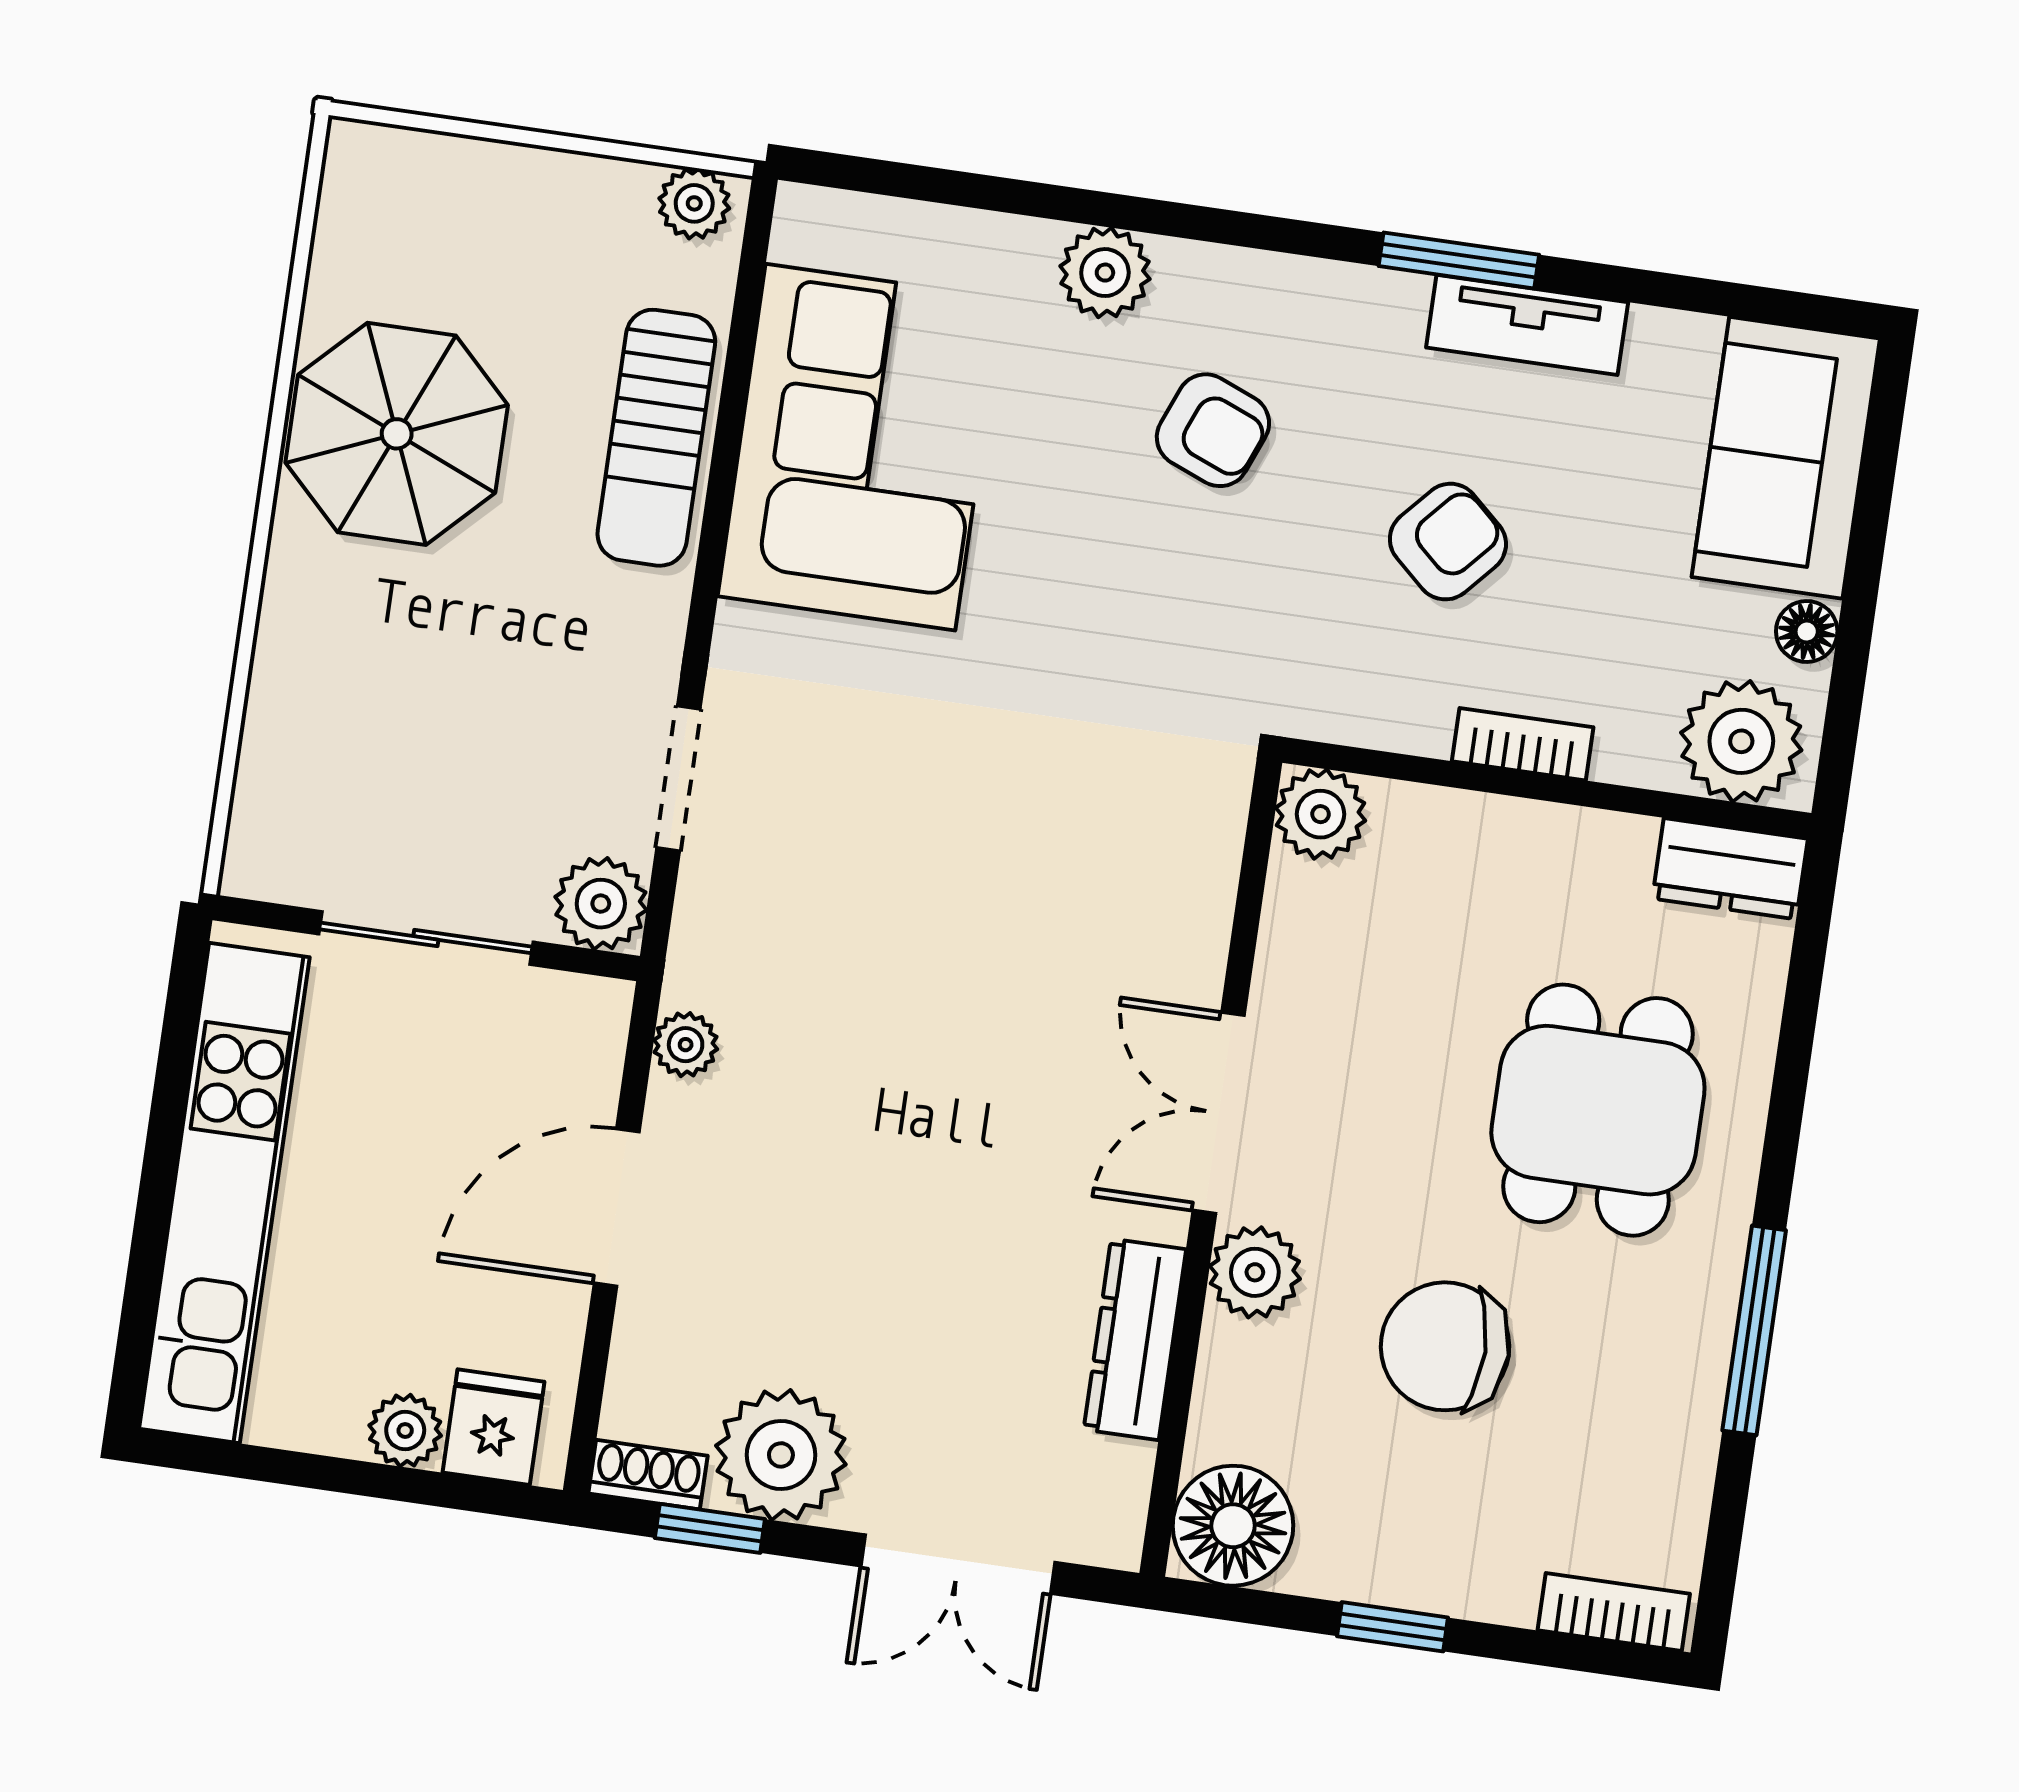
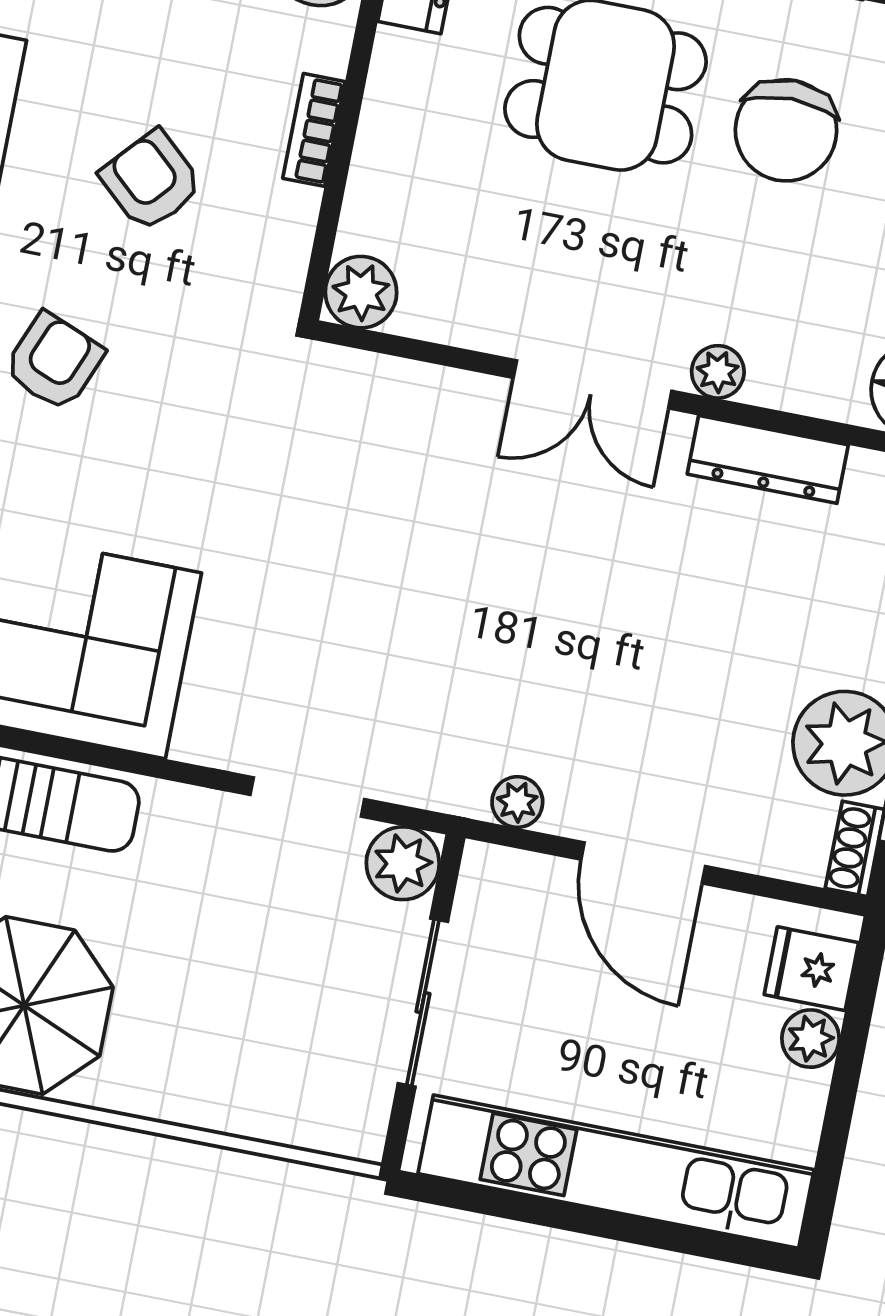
plant: (1255, 1272) -> (718, 372), width x0.73, depth x0.73
chair: (1445, 1346) -> (786, 130), moved

